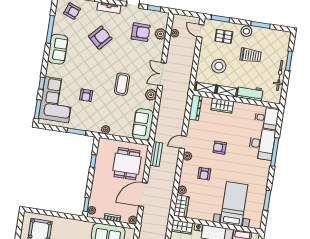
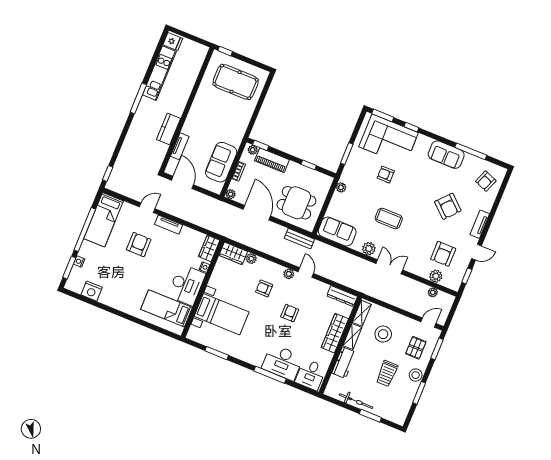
wardrobe: (222, 106) -> (335, 333), width x1.50
piano: (97, 192) -> (272, 160), added

